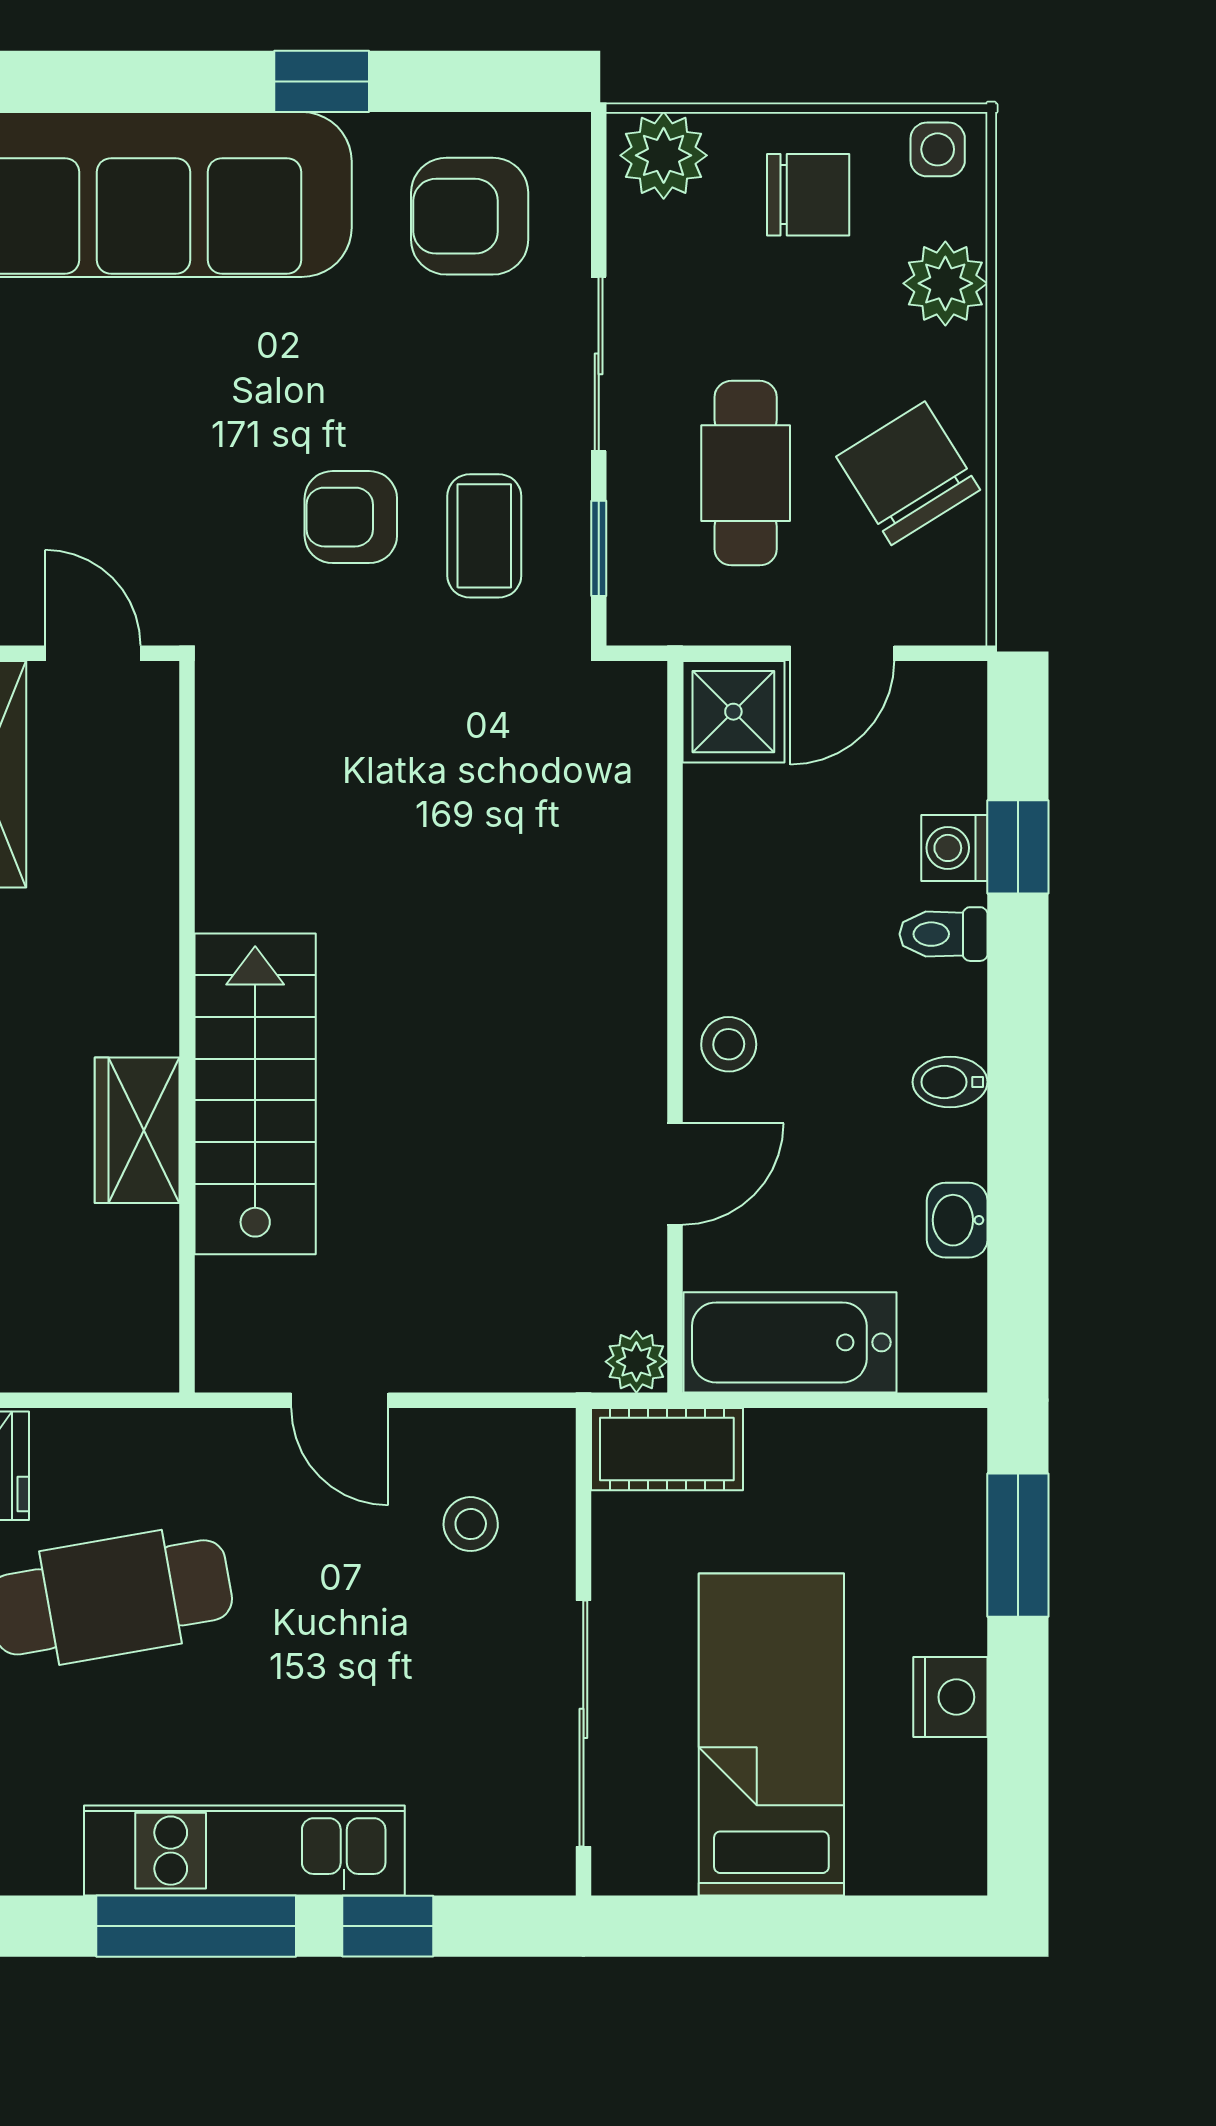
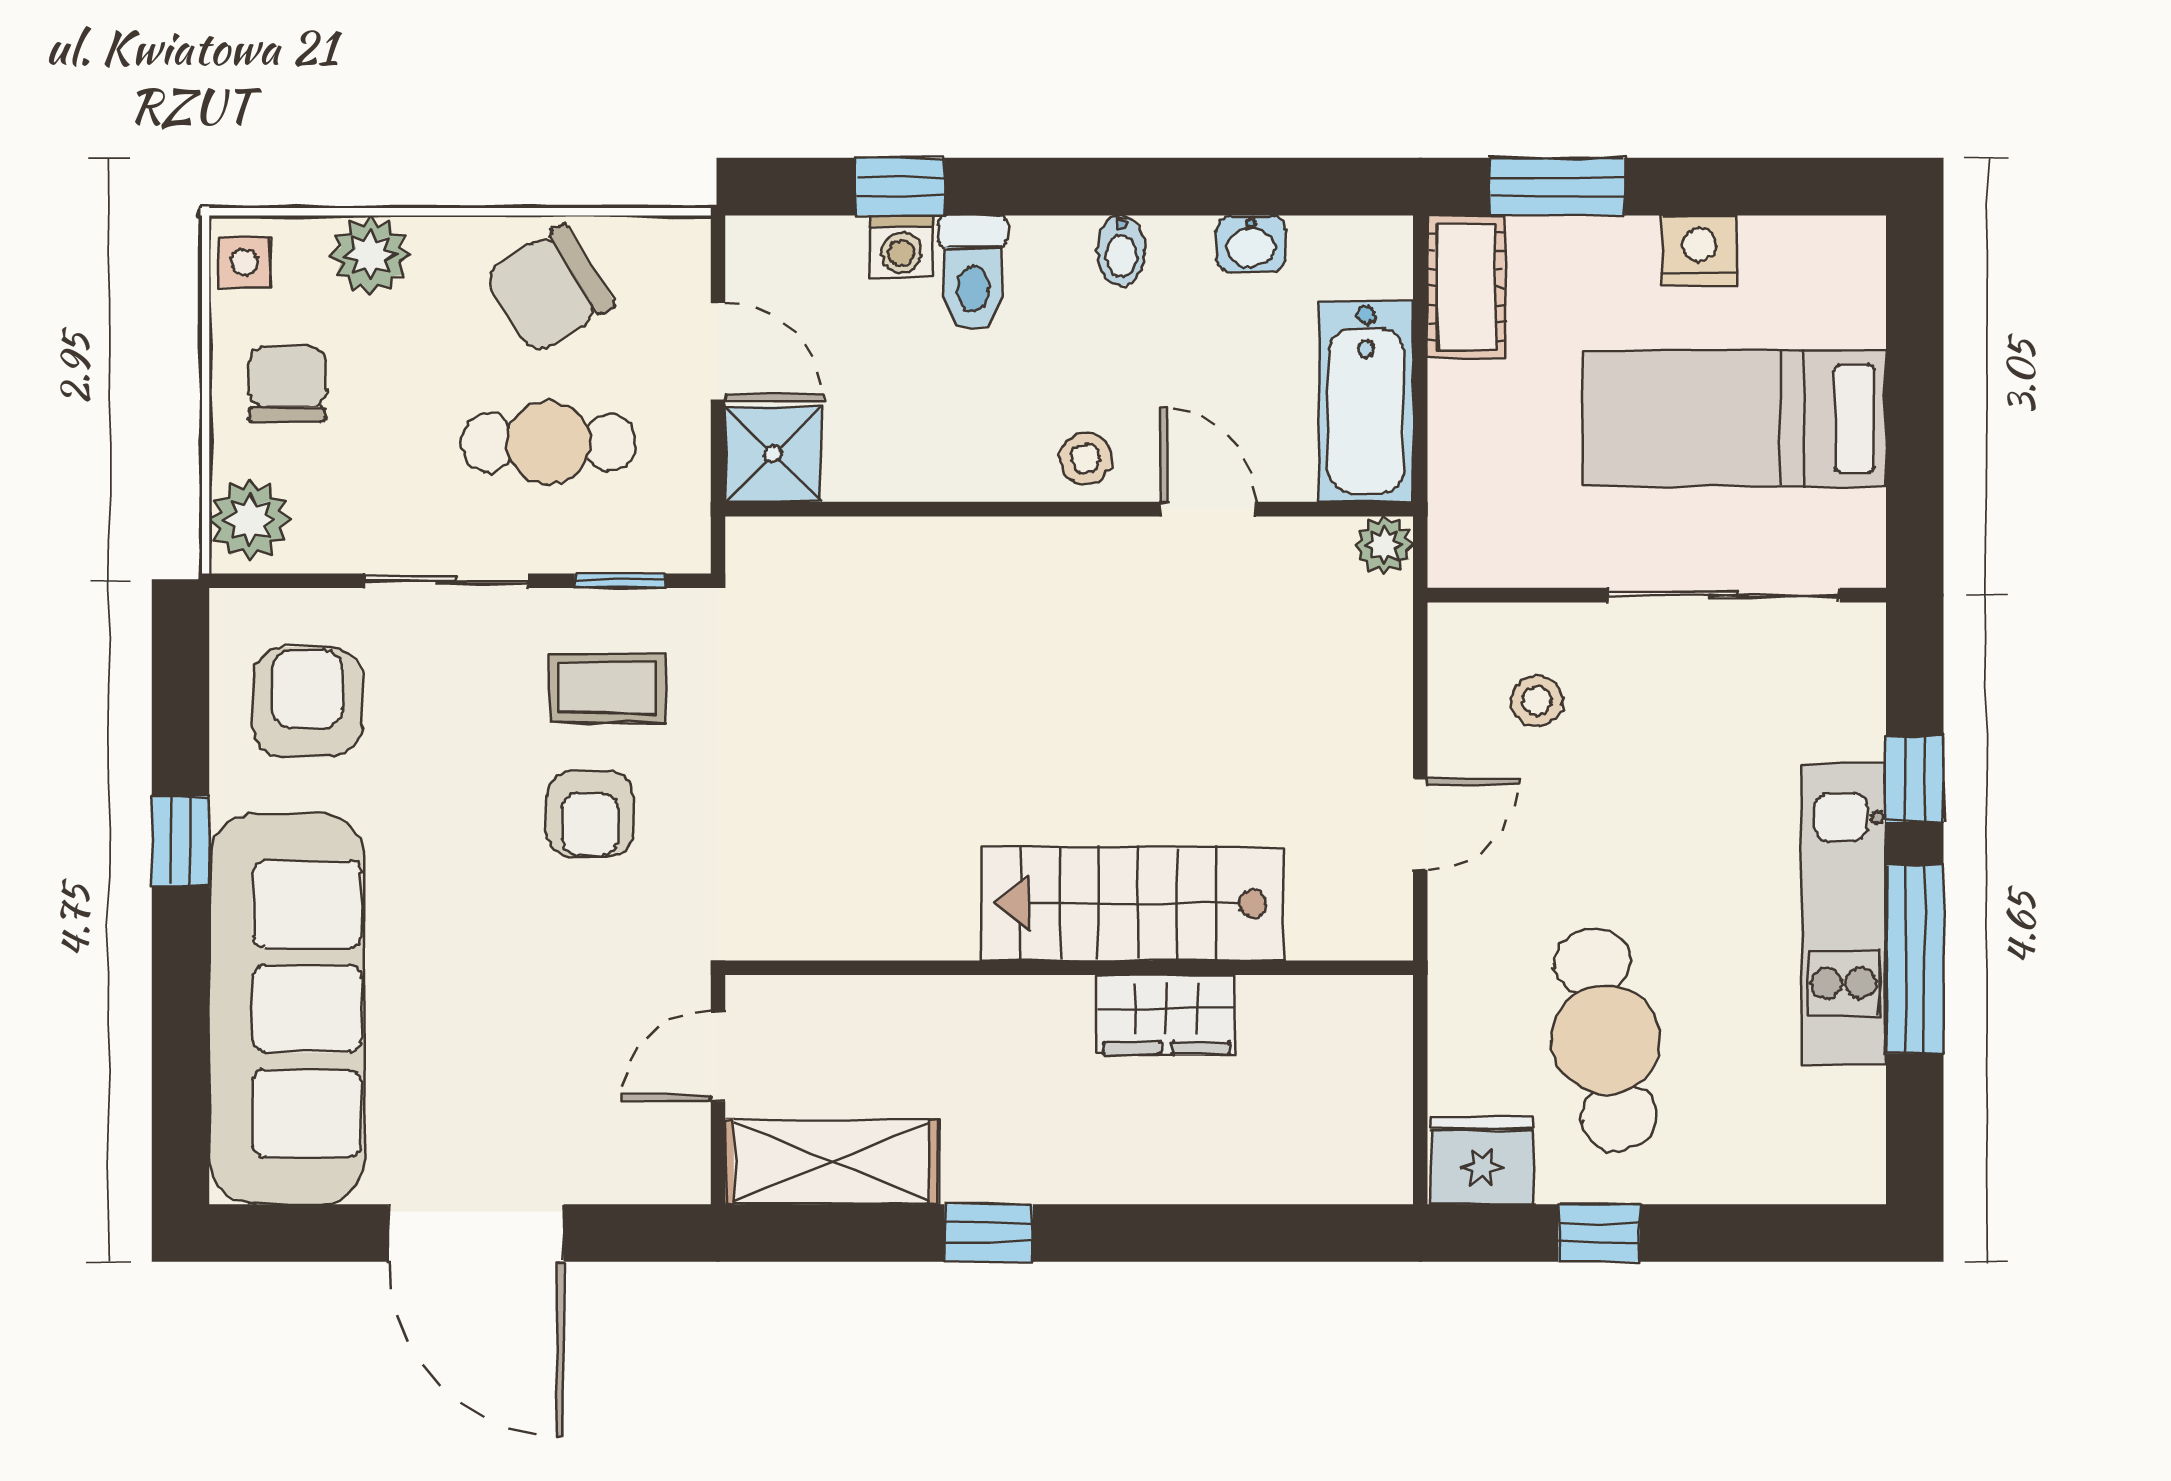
armchair: (470, 216) -> (307, 702), turned 180
toilet: (944, 934) -> (973, 273), width x1.37, depth x1.39
cot: (667, 1449) -> (1466, 287), moved

